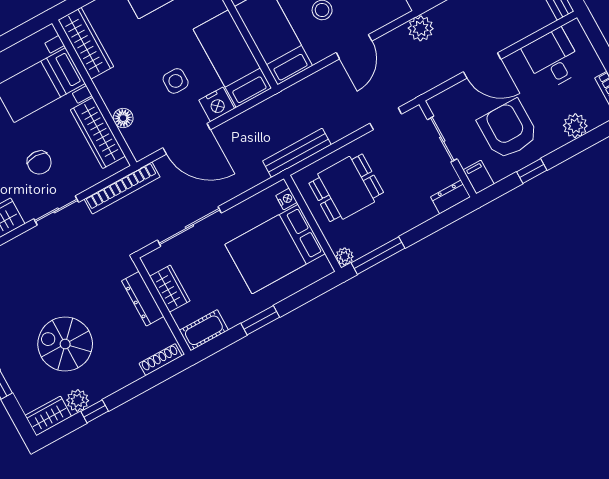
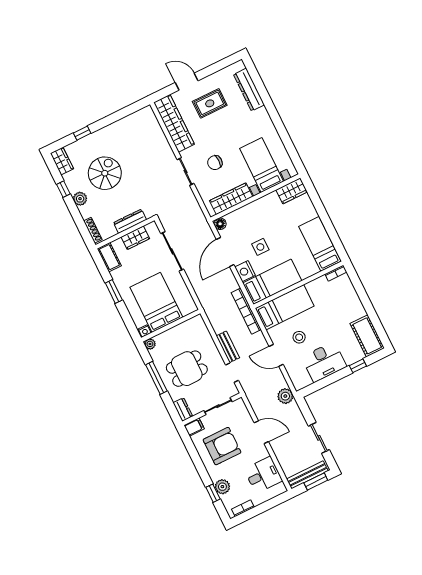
wardrobe: (86, 43) -> (292, 191), width x0.67
door: (482, 66) -> (261, 432), swing flipped
floor lamp: (123, 118) -> (220, 224), moved
bench: (297, 153) -> (228, 347), moved, width x0.73
window: (532, 171) -> (213, 493), moved
bookcase: (122, 188) -> (246, 311), moved
dining table: (346, 188) -> (187, 369), moved, turned 90
nightstand: (286, 199) -> (145, 331), moved
window: (378, 256) -> (156, 378), moved
plant: (78, 400) -> (80, 199), moved

